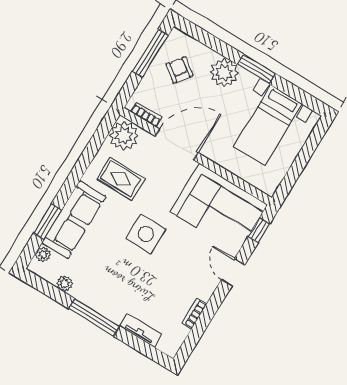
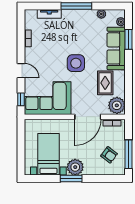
plant: (224, 73) -> (75, 167), moved
rug: (121, 179) -> (105, 83), turned 90

